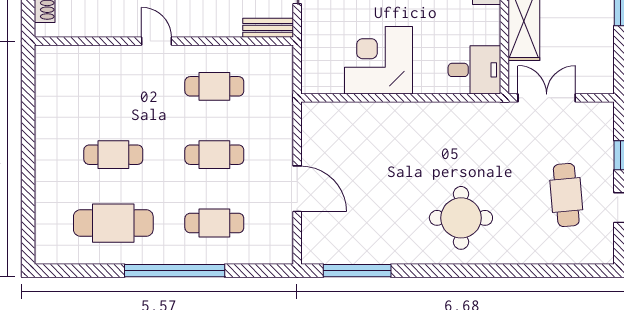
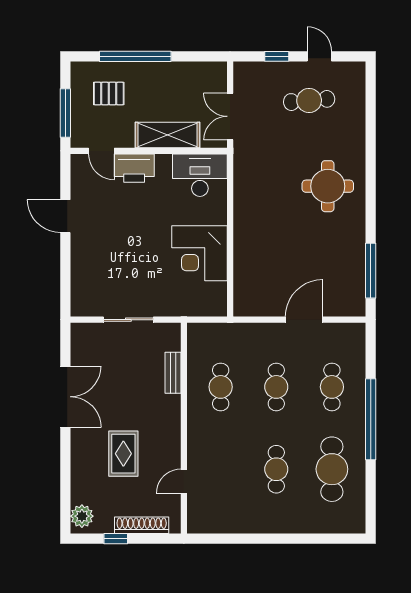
bench: (268, 28) -> (173, 373), moved
door: (156, 41) -> (184, 481), moved
desk: (474, 70) -> (200, 175), width x1.37

